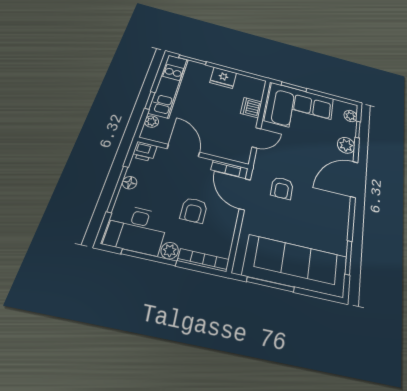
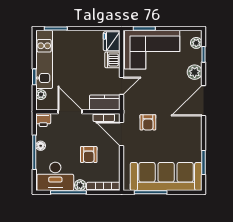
fridge: (223, 78) -> (112, 41), moved, turned 90
kitchen counter: (231, 151) -> (105, 103), added

